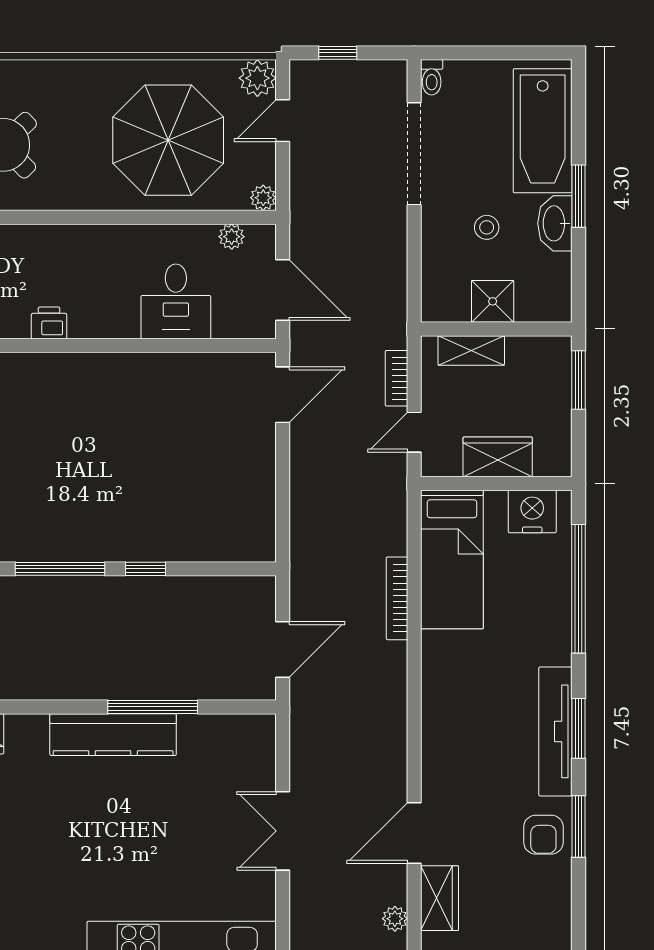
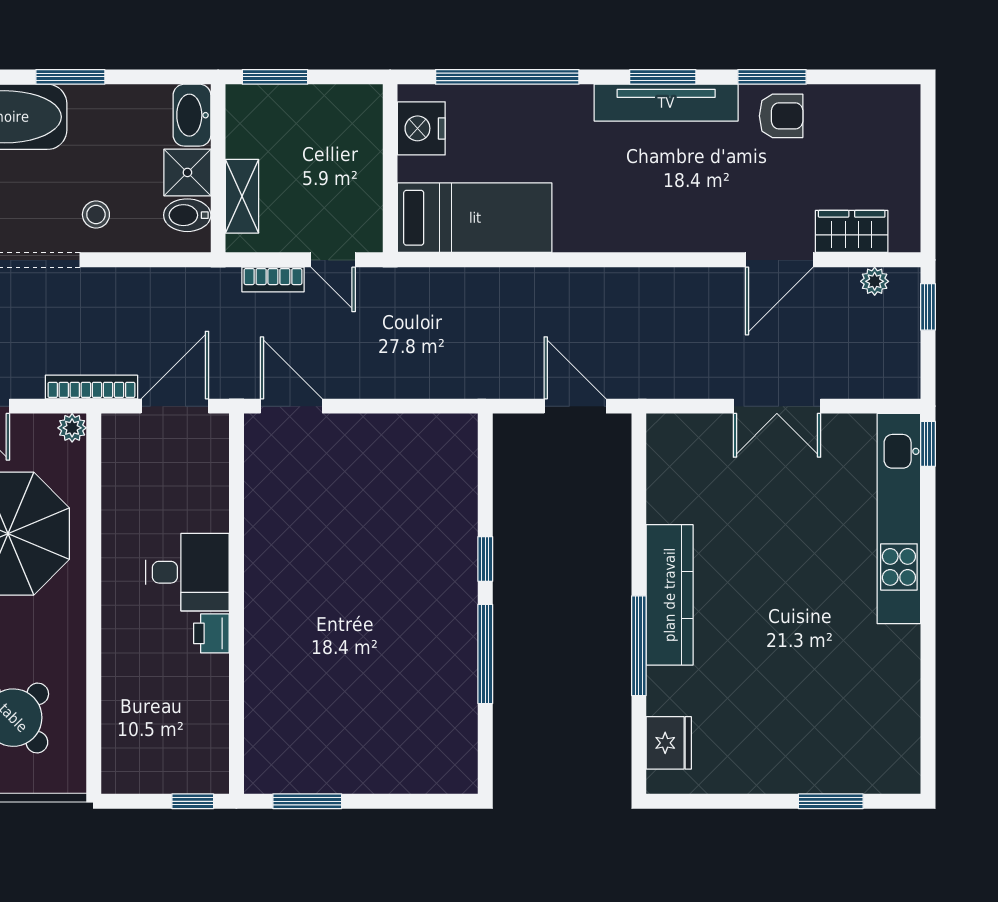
washbasin: (555, 223) -> (192, 115), moved, turned 90
stool: (487, 227) -> (96, 215), moved
plant: (232, 237) -> (115, 463), removed
desk: (176, 301) -> (187, 572), moved
bidet: (454, 301) -> (187, 215), added
printer: (49, 323) -> (211, 633), moved
wardrobe: (498, 457) -> (361, 167), removed
bookcase: (397, 598) -> (91, 387), moved, turned 180
window: (153, 707) -> (639, 646), moved
door: (414, 833) -> (779, 260), hinge flipped

